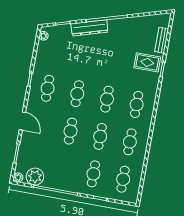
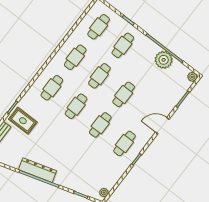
dresser: (89, 28) -> (38, 170), moved
door: (22, 121) -> (162, 126), hinge flipped
plant: (35, 177) -> (164, 60), moved

